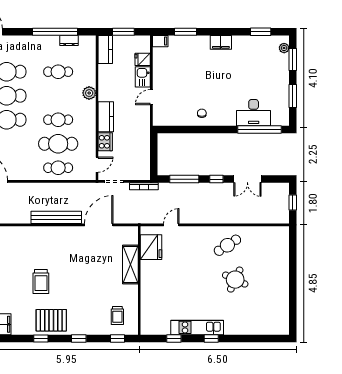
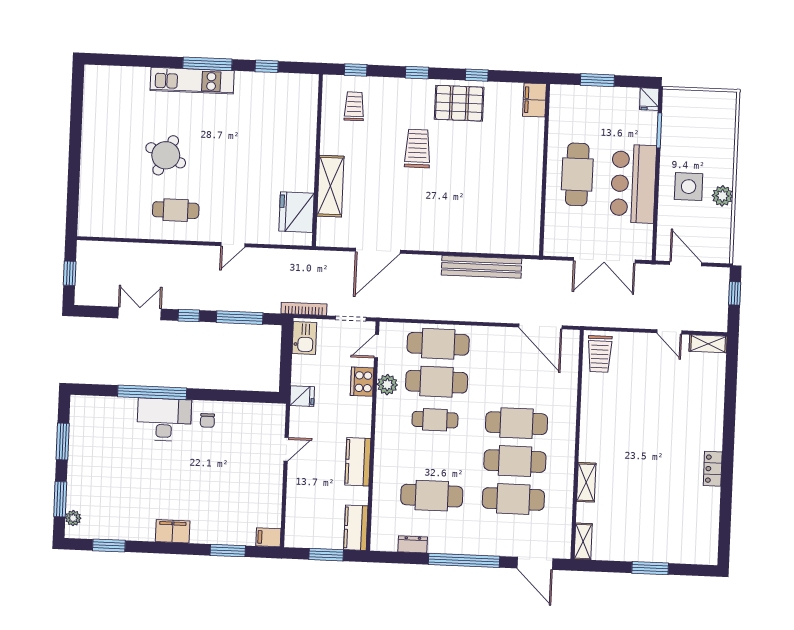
window: (55, 32) -> (464, 560), moved
fridge: (143, 59) -> (302, 396), moved
cafe table: (58, 72) -> (432, 496), width x1.37, depth x1.35
kitchen sink: (143, 77) -> (304, 338), moved
plant: (89, 93) -> (387, 385), moved
desk: (254, 113) -> (164, 420), moved
kitchen counter: (106, 117) -> (358, 462), moved
window: (260, 129) -> (152, 392), moved
cafe table: (58, 168) -> (438, 344), width x1.37, depth x1.35
bench: (56, 217) -> (482, 267), moved
door: (171, 225) -> (233, 245), moved
cafe table: (227, 245) -> (176, 210), turned 33
trolley: (41, 281) -> (418, 148), moved
kitchen unit: (197, 327) -> (192, 81), moved
window: (211, 338) -> (207, 64), width x2.17

